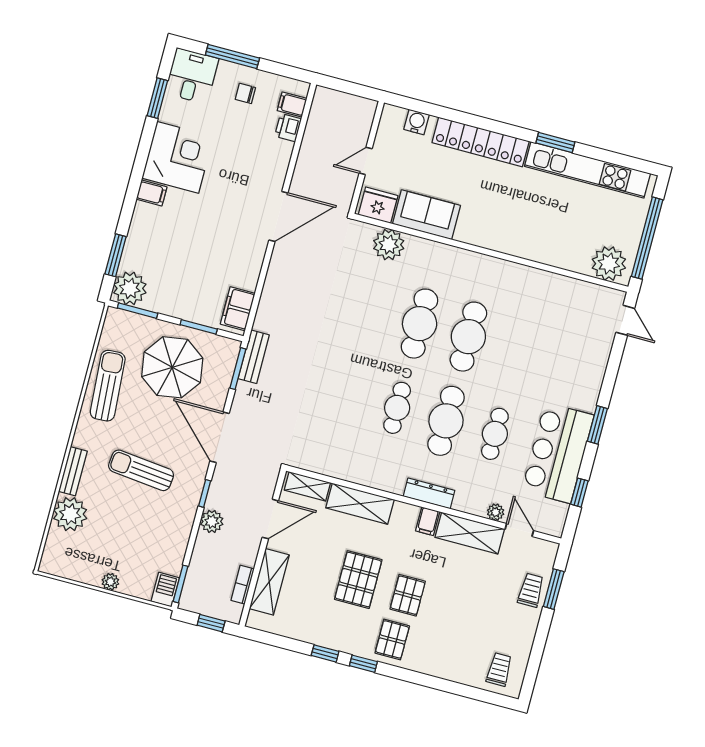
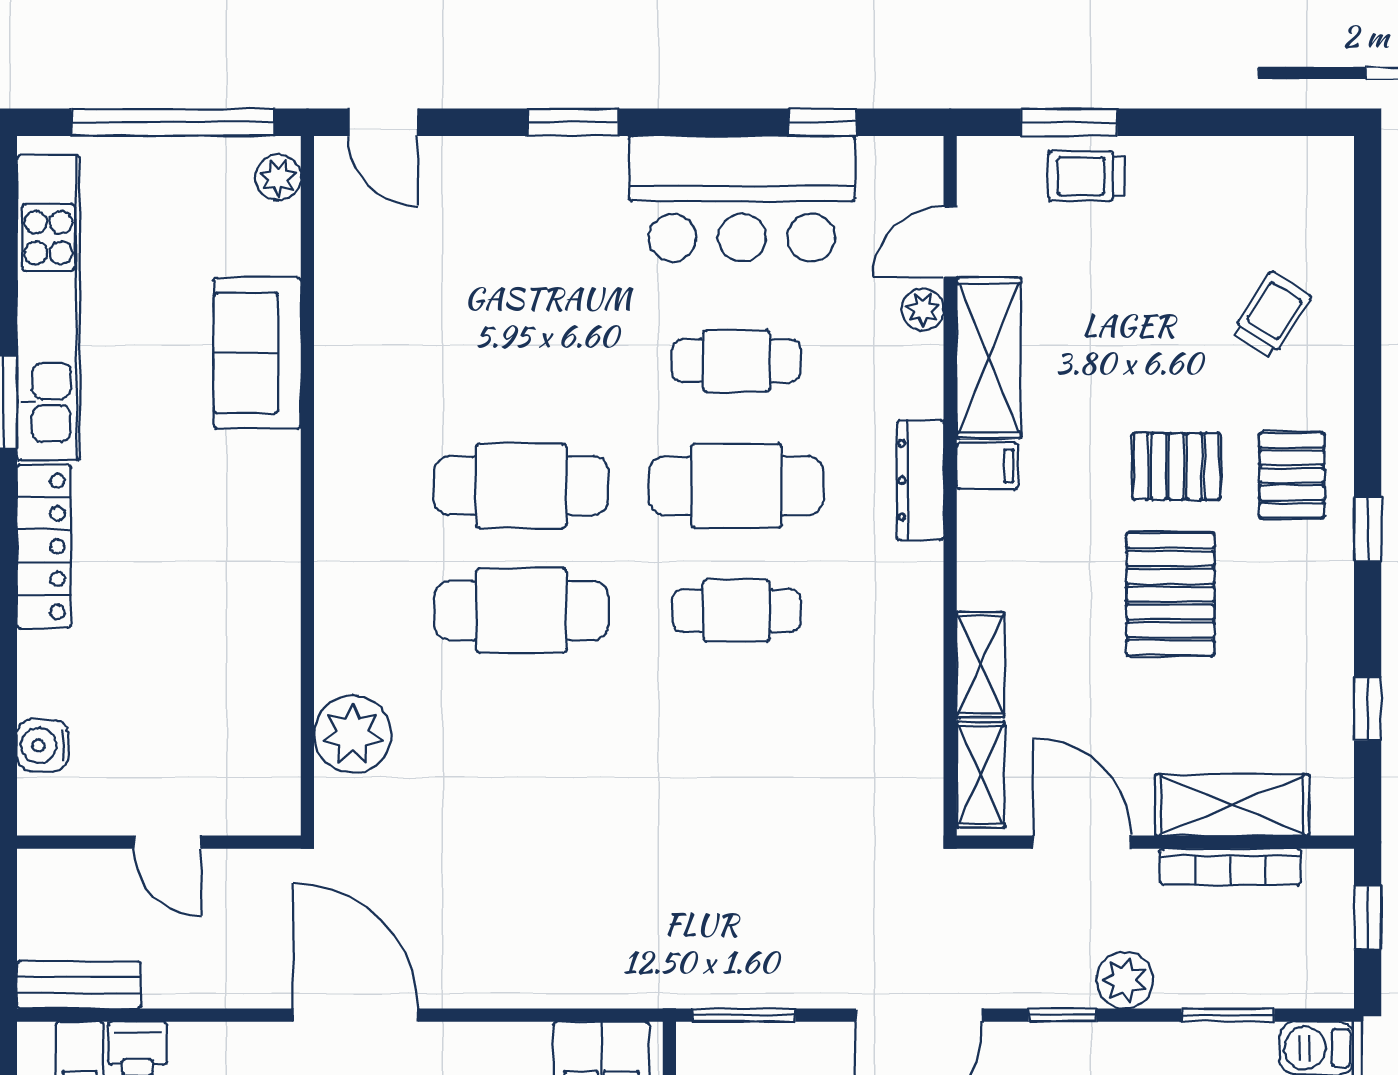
locker: (481, 142) -> (44, 546), width x0.71, depth x0.83
fridge: (378, 205) -> (265, 784), removed
sofa: (426, 215) -> (257, 353), moved
plant: (609, 264) -> (278, 177), width x0.53, depth x0.53
door: (625, 320) -> (383, 122), swing flipped
bench: (254, 357) -> (79, 985), moved
window: (597, 425) -> (573, 122), moved
shelving: (360, 504) -> (980, 665), width x0.67, depth x0.75
pallet: (358, 580) -> (1170, 594), turned 90
window: (181, 584) -> (1228, 1015), moved
bookcase: (243, 585) -> (1230, 867), width x1.56
pallet: (392, 639) -> (1292, 475), turned 90
window: (325, 653) -> (1368, 709), moved
trolley: (499, 669) -> (1272, 315), moved, turned 123

